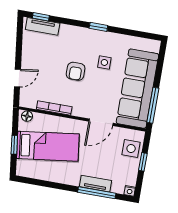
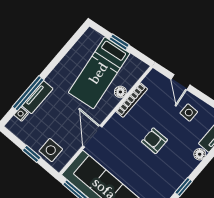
floor lamp: (65, 29) -> (200, 154), added
side table: (104, 62) -> (189, 113), moved
floor lamp: (27, 116) -> (120, 92), moved
nightstand: (130, 191) -> (21, 114), moved

